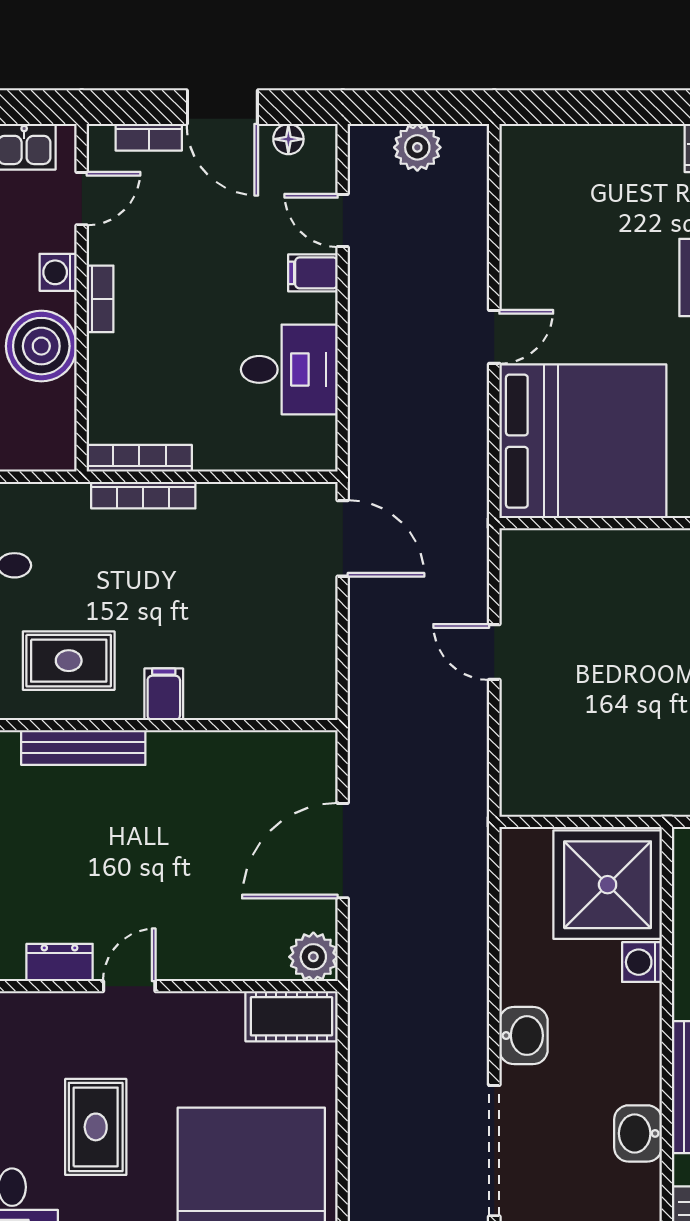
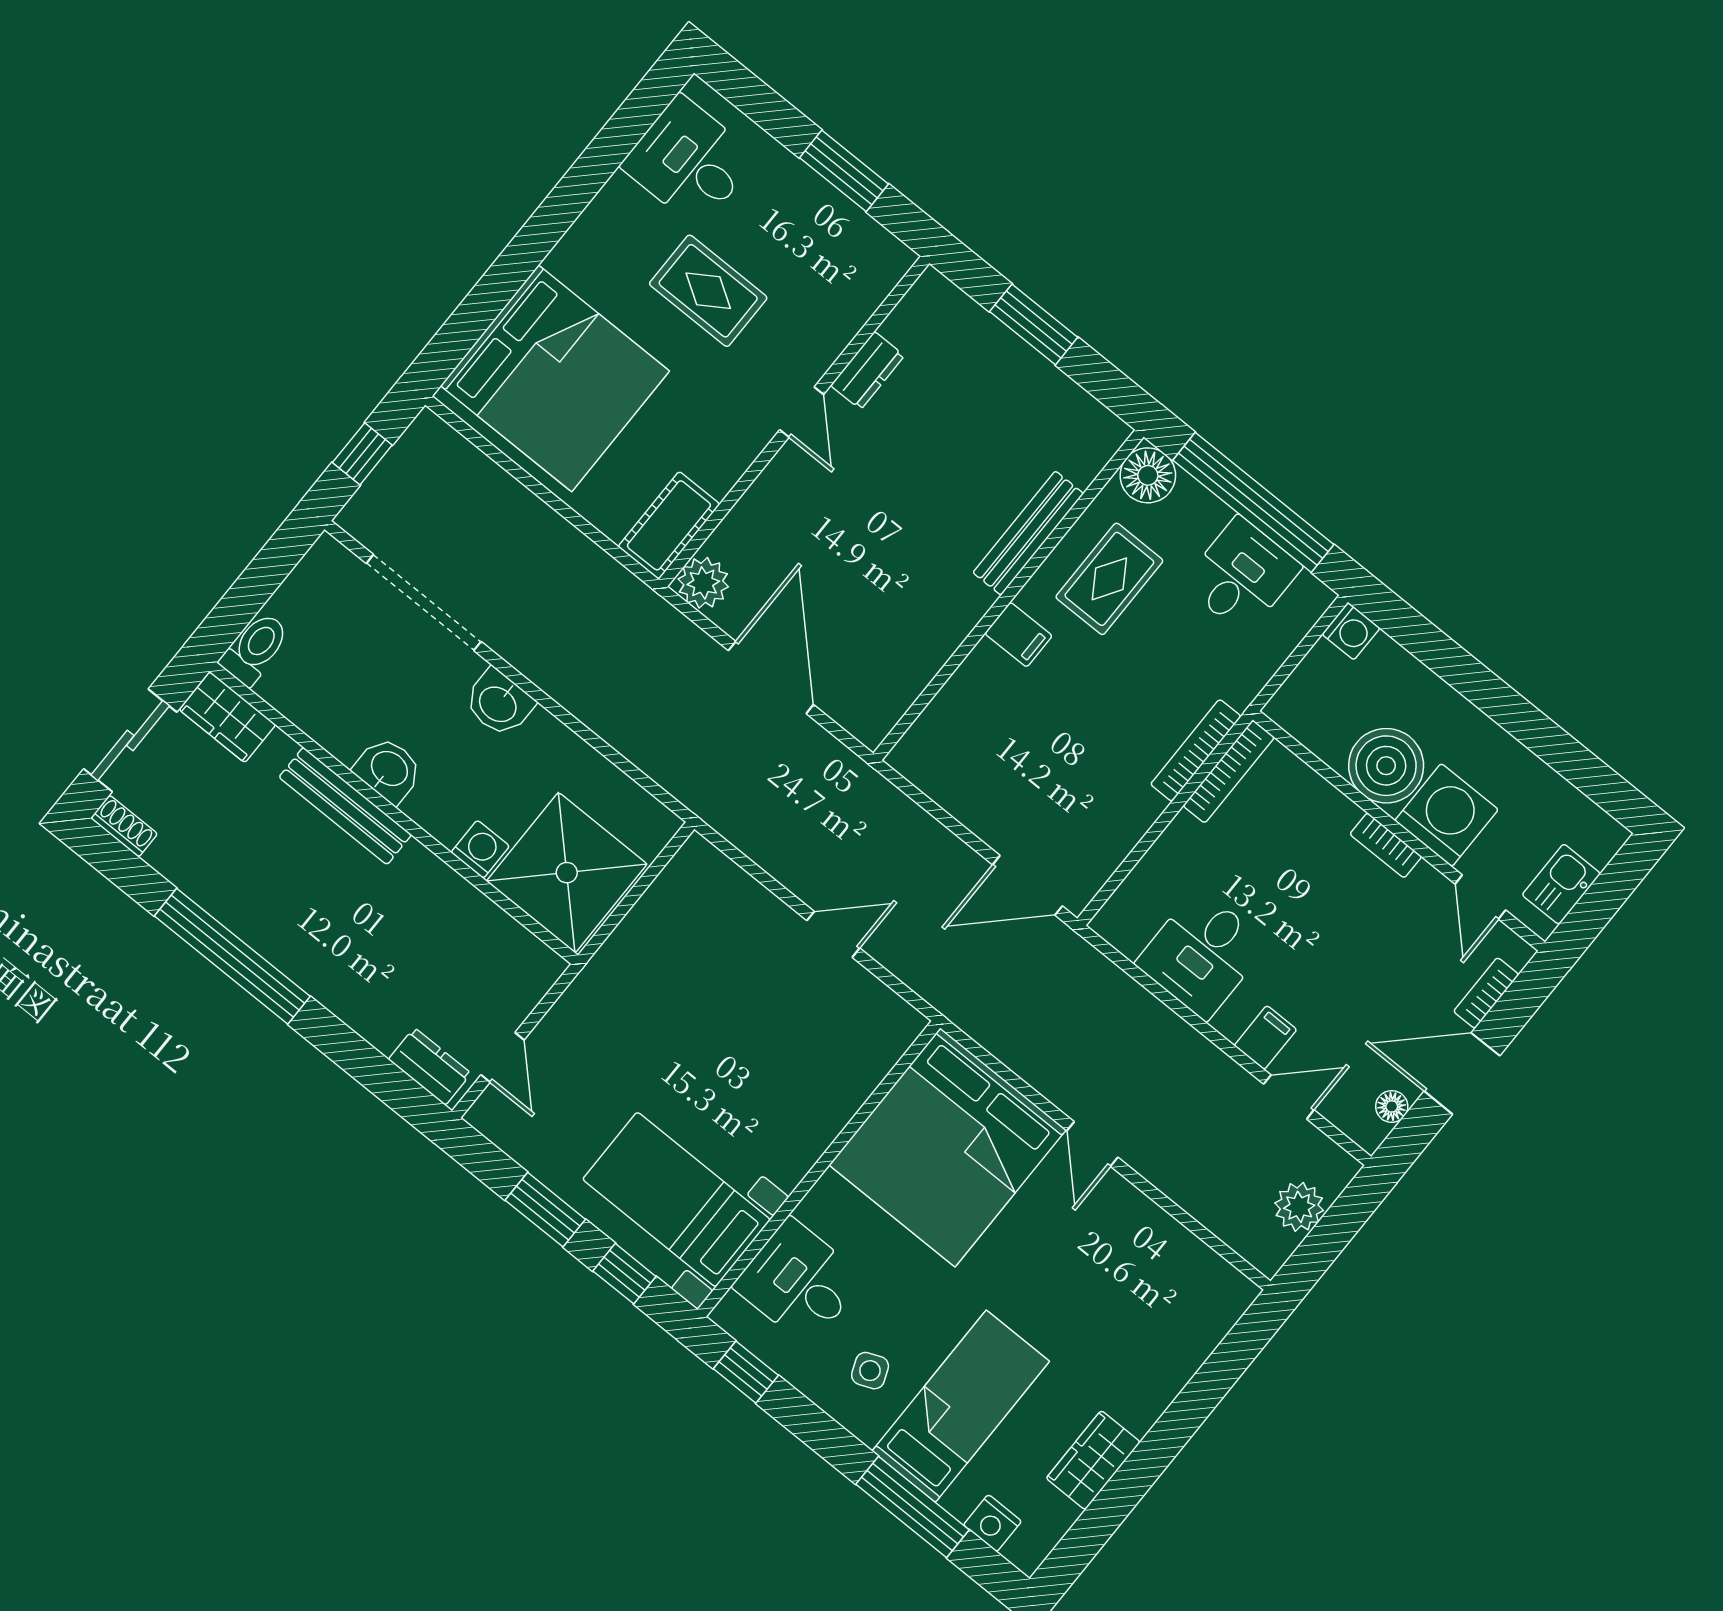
washing machine: (58, 272) -> (1446, 815), width x1.89, depth x1.89
washbasin: (638, 1133) -> (389, 770), moved

